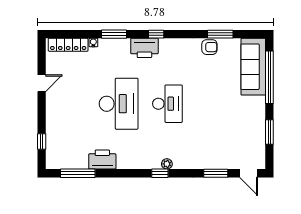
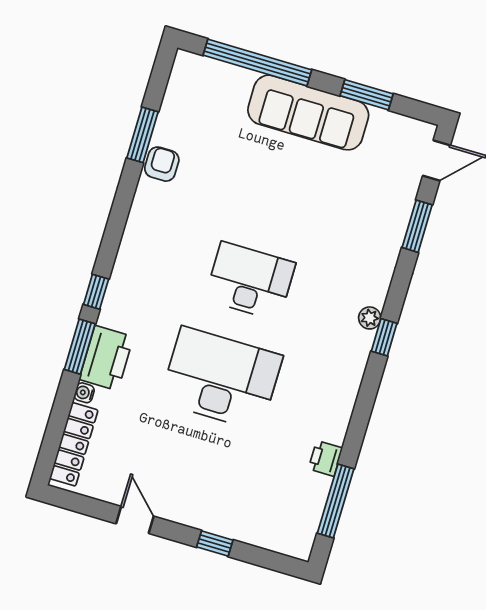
window: (156, 34) -> (96, 292), moved
printer: (144, 48) -> (106, 358), moved
sofa: (253, 67) -> (308, 113), moved
window: (42, 141) -> (215, 544), moved
printer: (102, 160) -> (325, 458), width x0.53, depth x0.68

